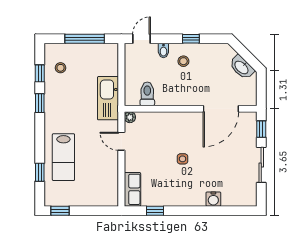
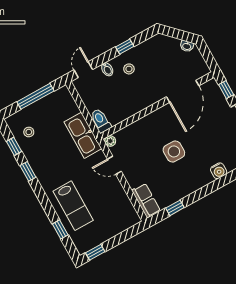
washbasin: (242, 67) -> (187, 46), width x0.52, depth x0.69
toilet: (147, 94) -> (101, 121), moved
side table: (183, 159) -> (174, 151), width x1.87, depth x1.87

